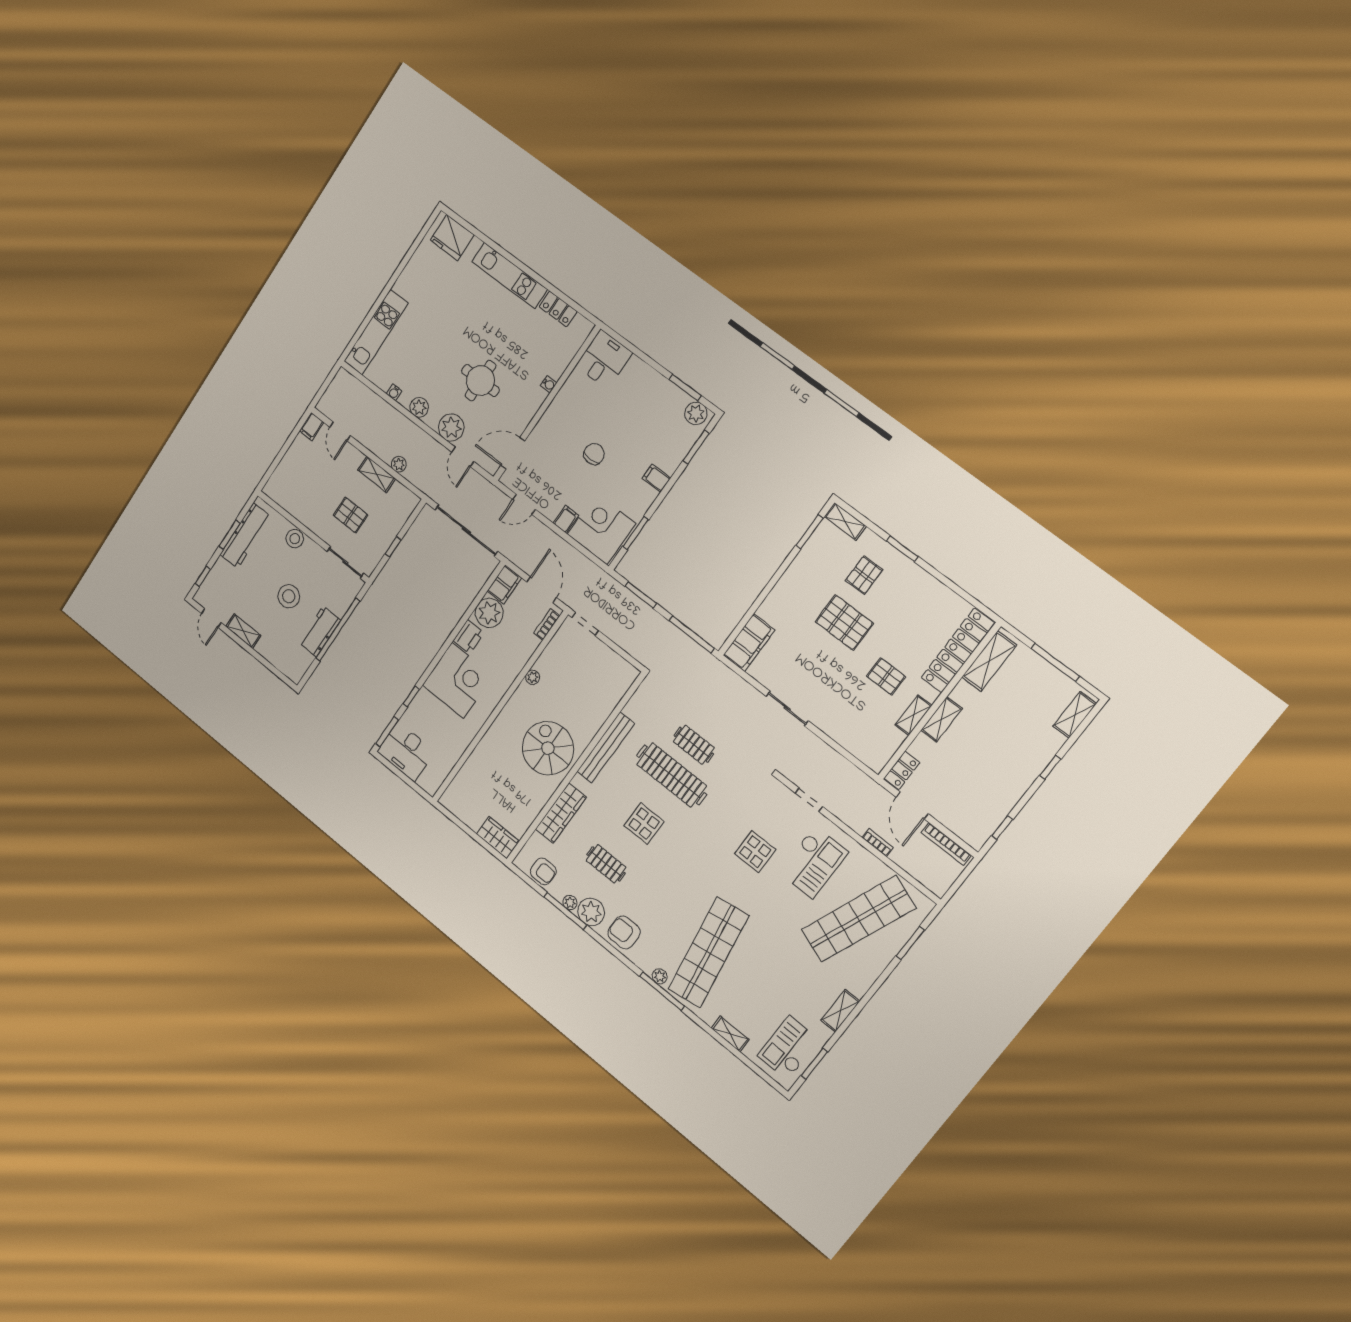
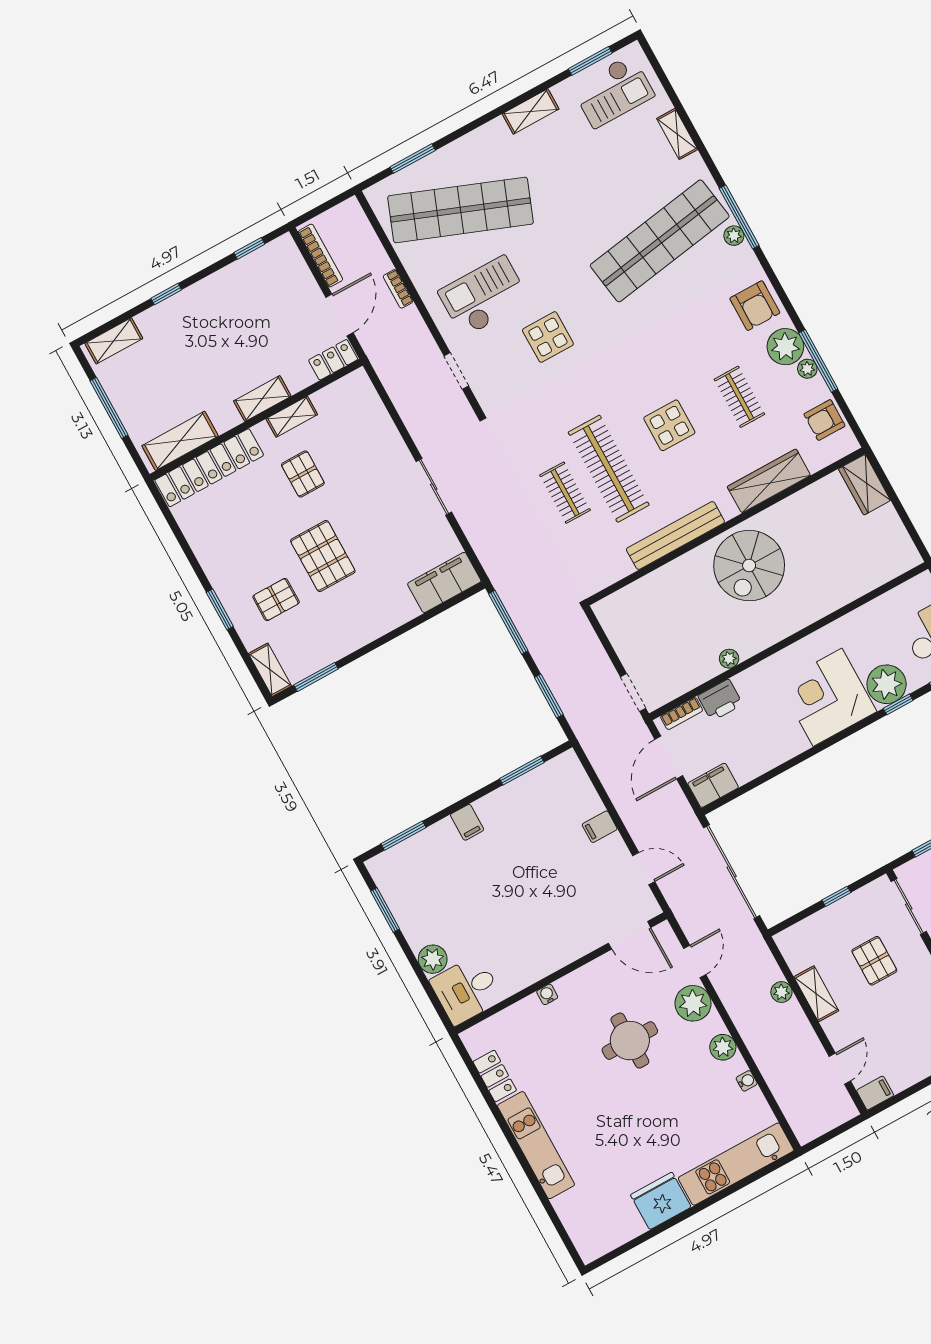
fridge: (452, 237) -> (661, 1201), moved, turned -90
plant: (696, 413) -> (433, 959), moved
chair: (594, 454) -> (529, 886), removed
corner desk: (601, 529) -> (561, 795), removed
plant: (489, 613) -> (887, 684), moved
printer: (469, 637) -> (720, 700), moved, turned 180
armchair: (543, 871) -> (824, 420), turned -90

